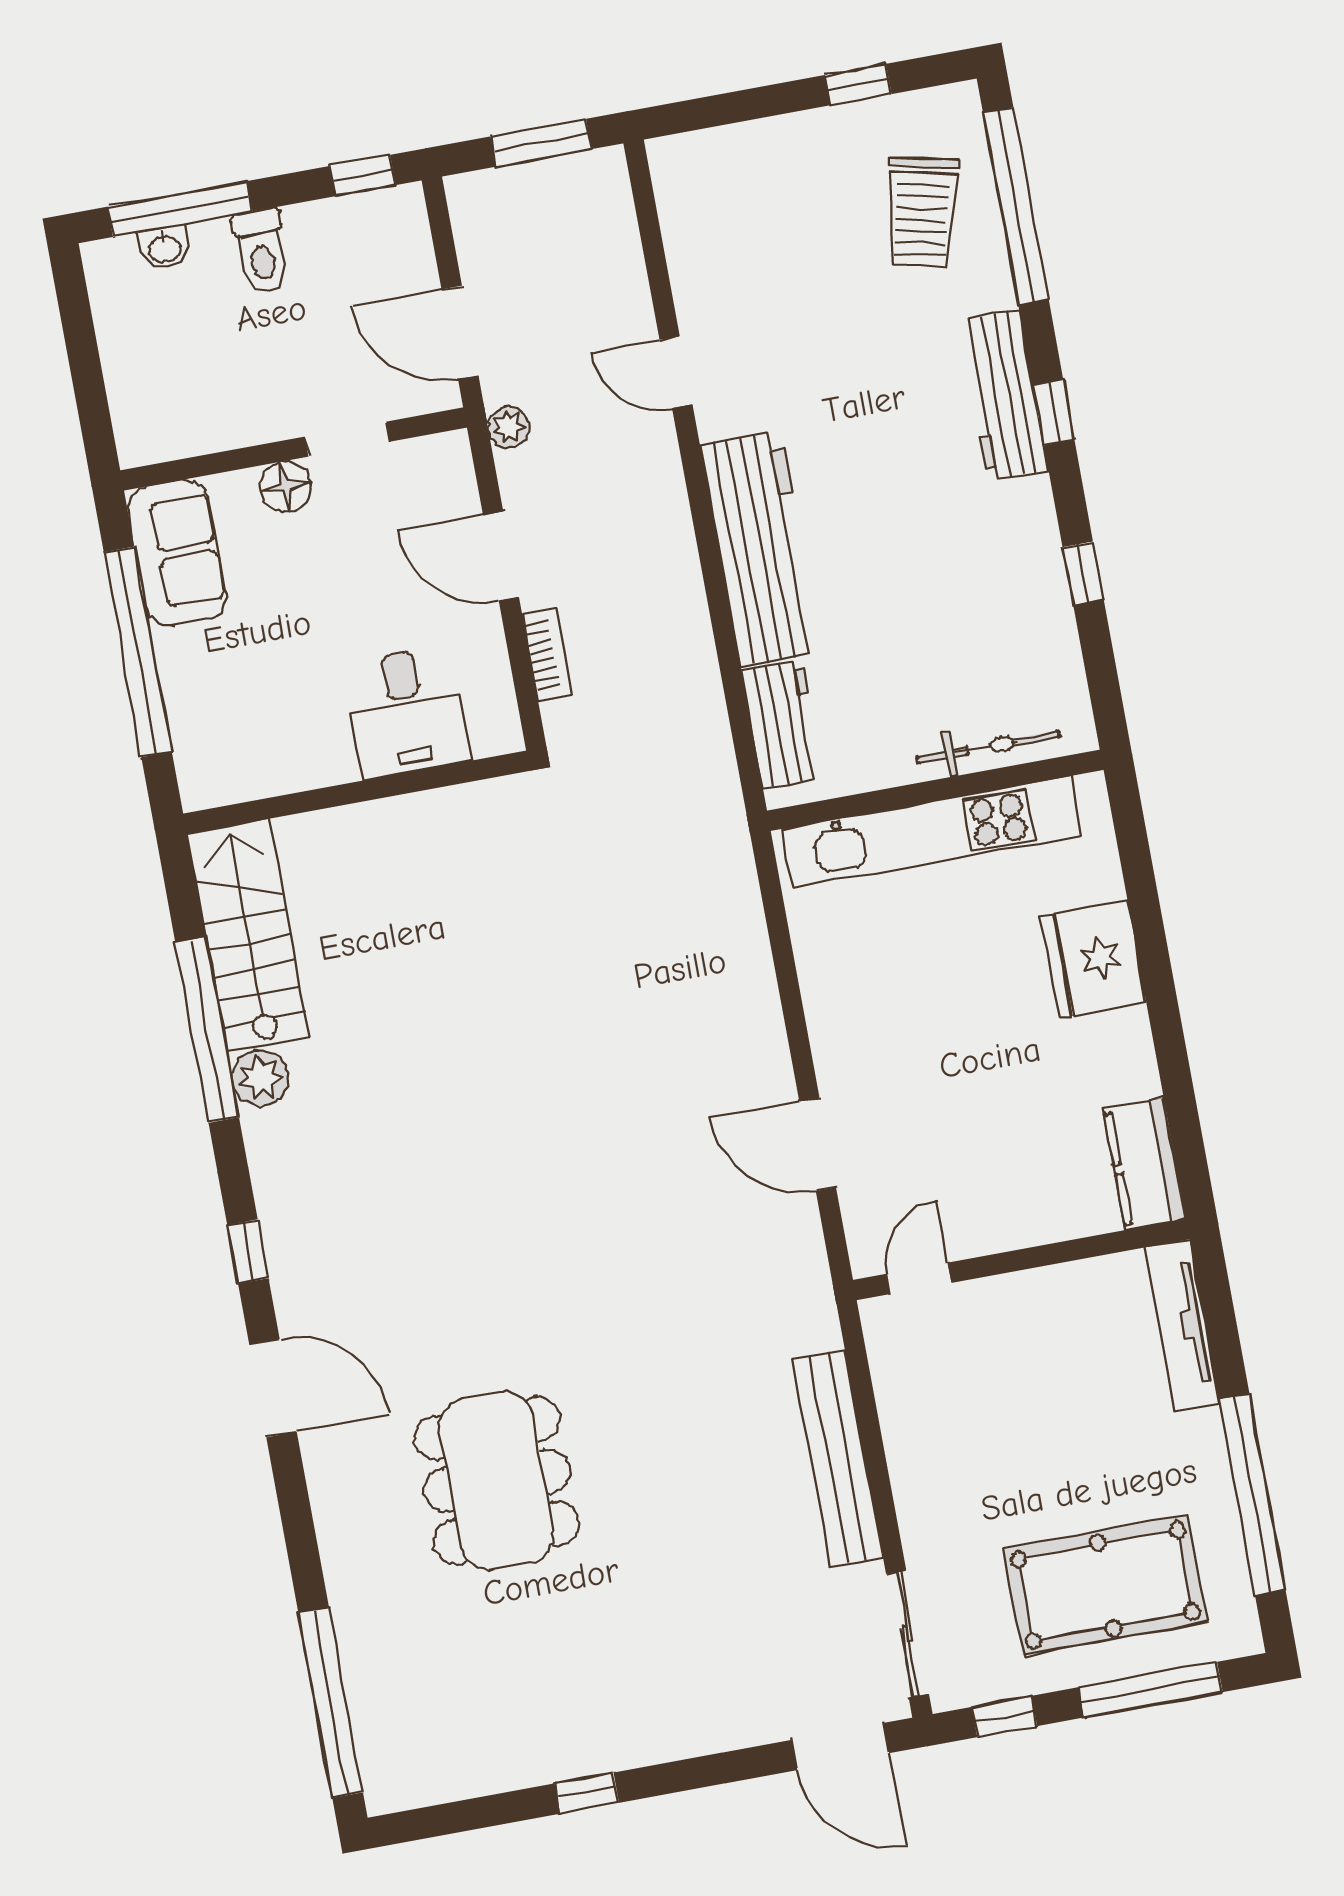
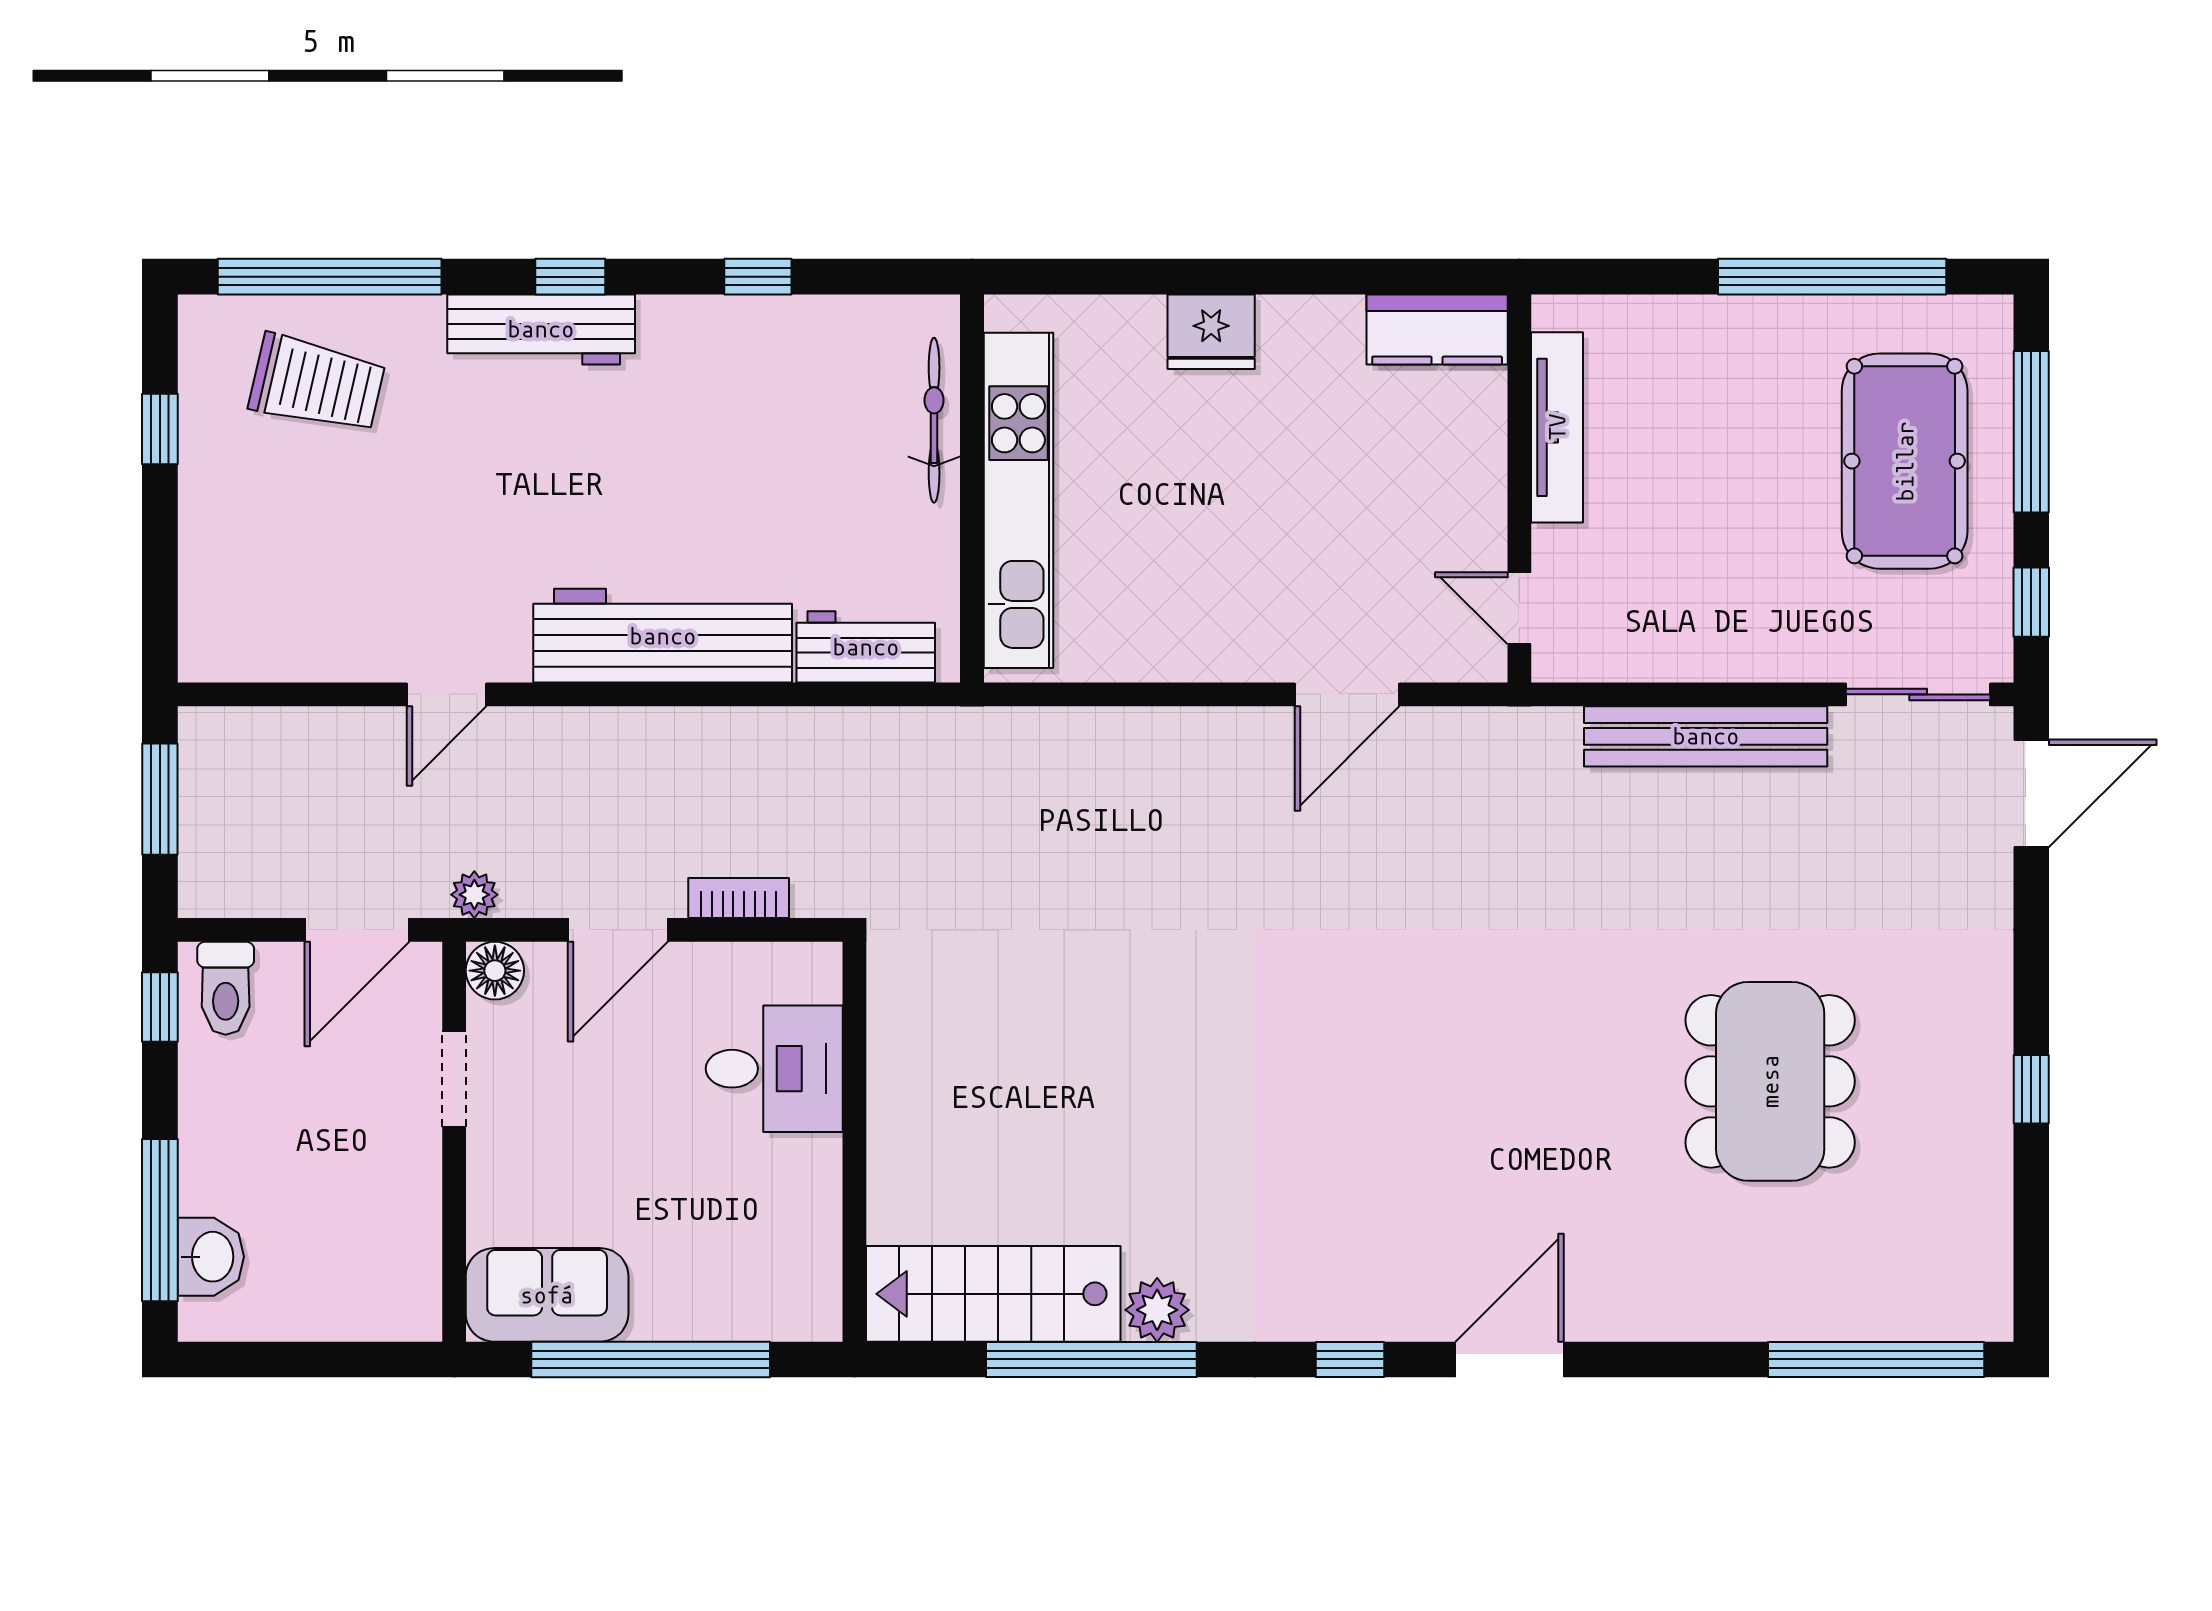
washbasin: (164, 248) -> (211, 1257), width x1.38, depth x1.45
toilet: (261, 251) -> (226, 988), moved, turned 90
floor lamp: (286, 487) -> (495, 971), moved
fridge: (1094, 959) -> (1211, 332), width x0.73, depth x0.75
tv unit: (1183, 1325) -> (1557, 427), moved, turned -90
dining table: (497, 1481) -> (1770, 1081), moved, turned 90

